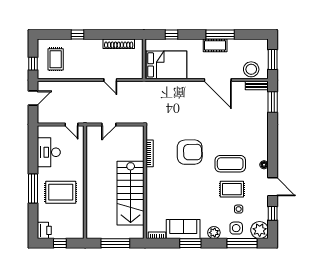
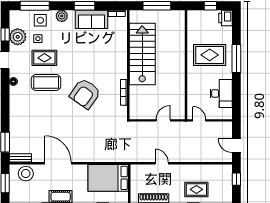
rug: (56, 59) -> (196, 189), moved, turned 90
door: (33, 98) -> (236, 146), hinge flipped
armchair: (190, 152) -> (85, 94), turned -54
plant: (260, 230) -> (18, 37), moved

